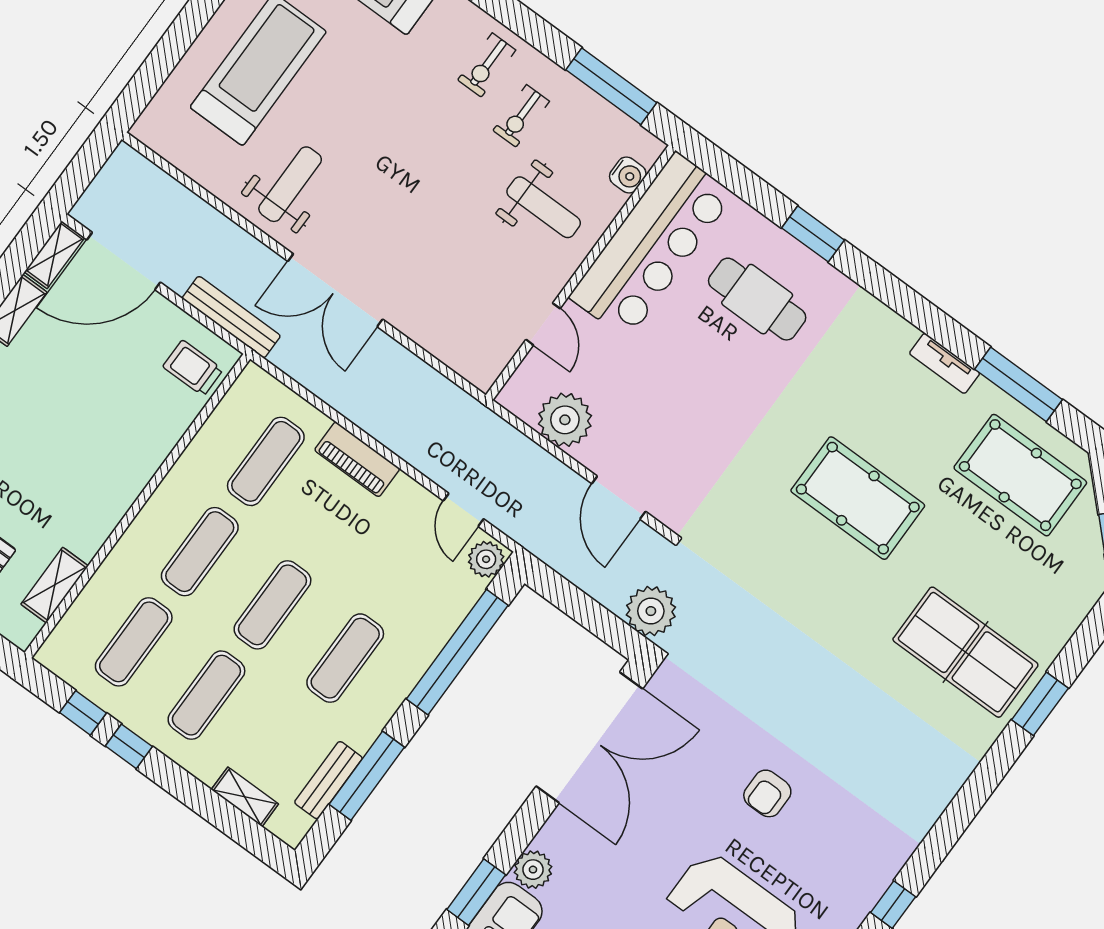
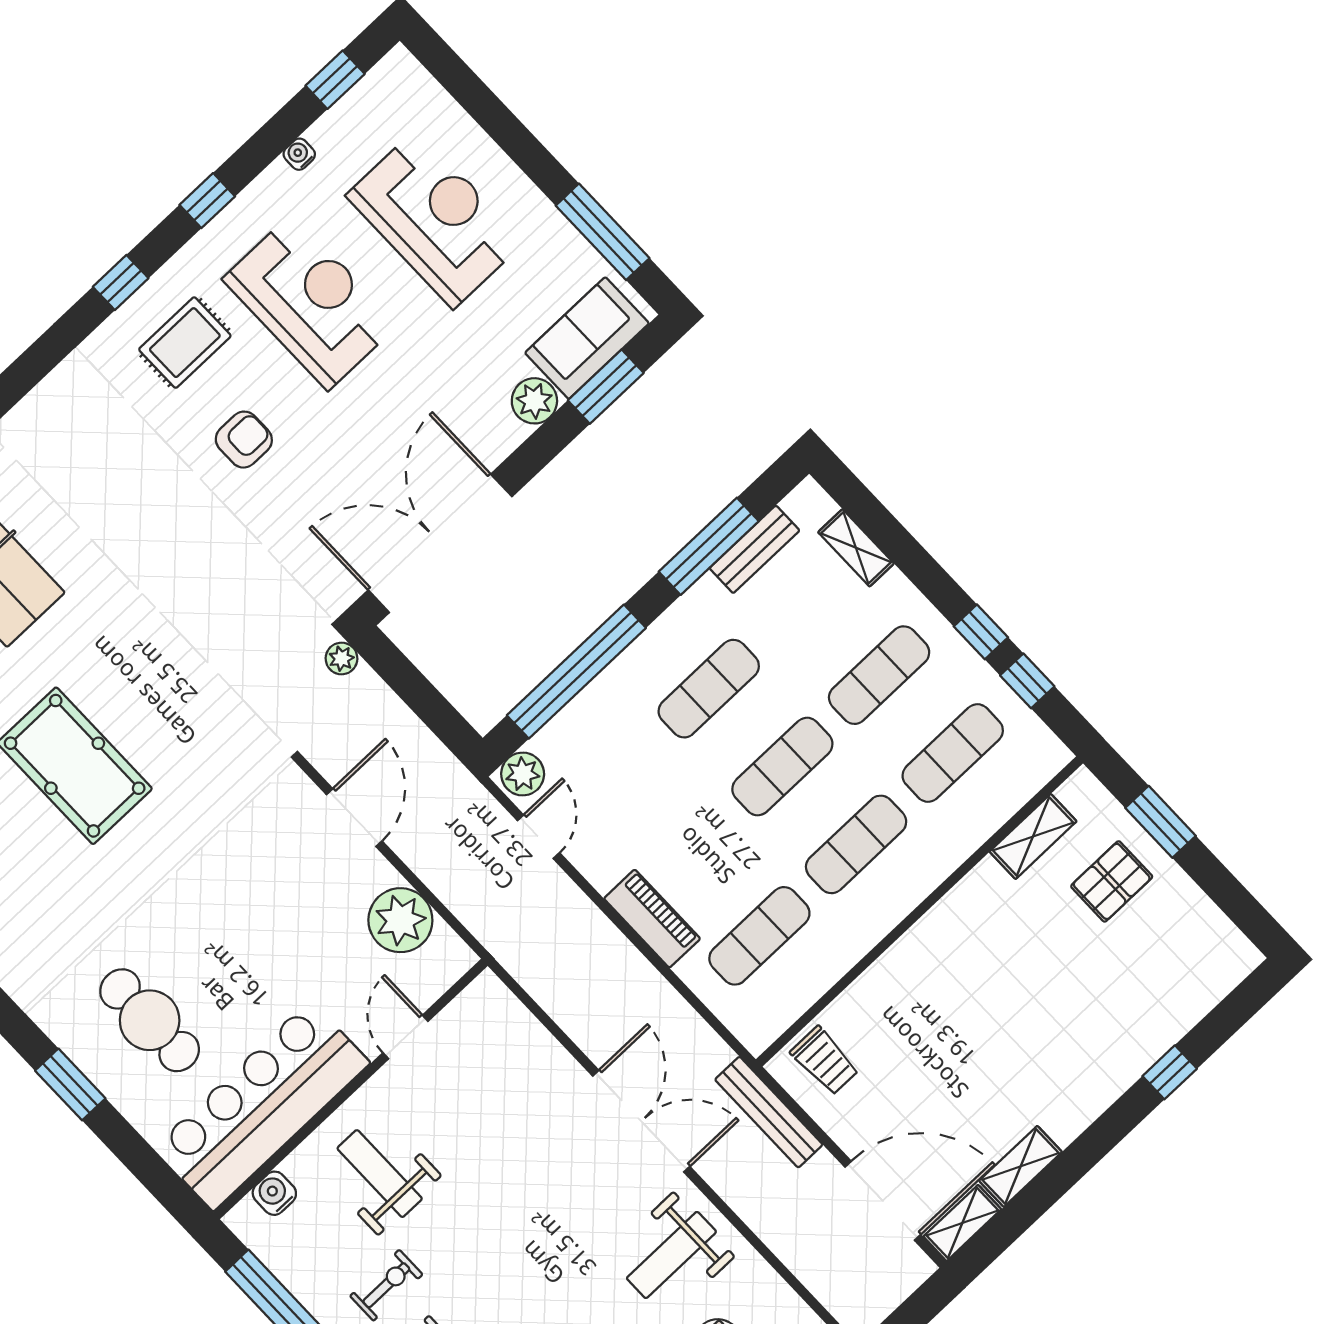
plant: (651, 611) -> (342, 658), width x0.53, depth x0.53
rug: (831, 865) -> (185, 343), added

